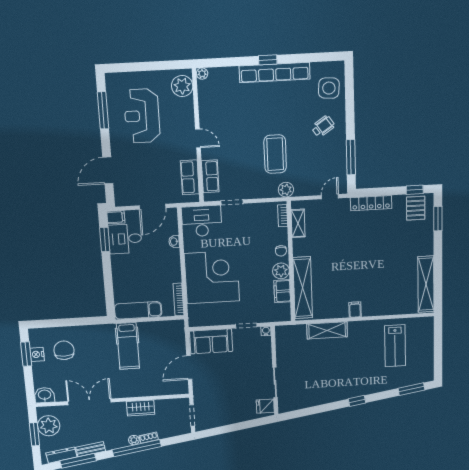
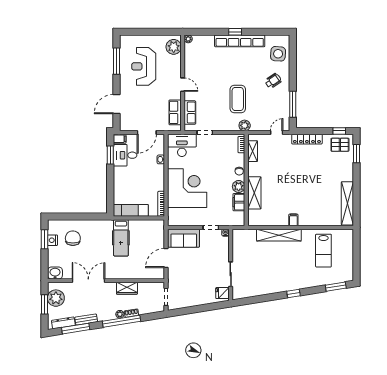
pallet: (416, 208) -> (340, 145), turned 90
shelving: (303, 288) -> (254, 193), width x0.68
shelving: (327, 330) -> (279, 235), width x1.47

